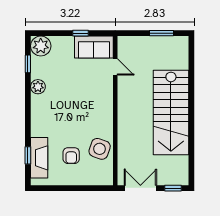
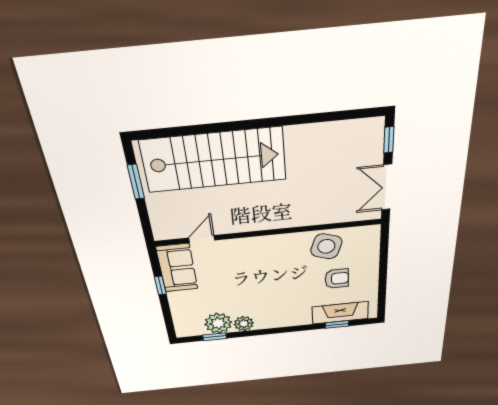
plant: (41, 46) -> (218, 323), moved
stairs: (171, 112) -> (214, 160), moved

